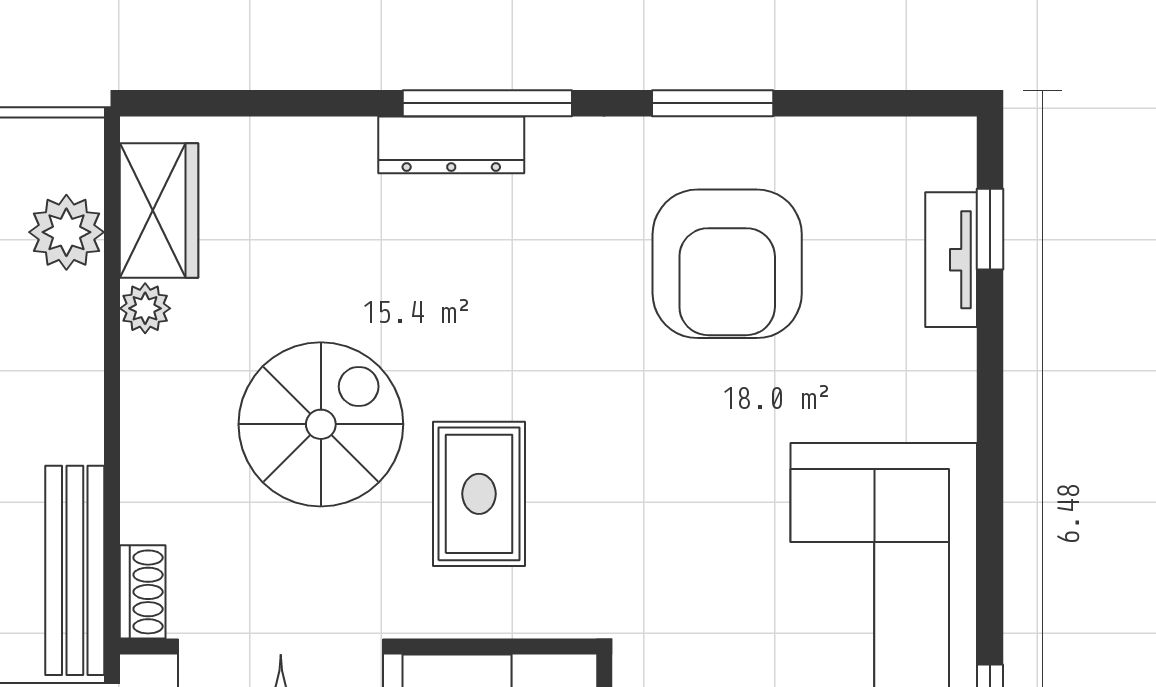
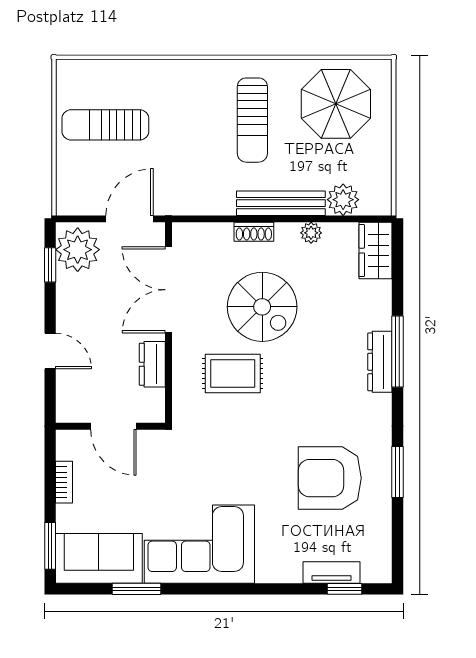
window: (487, 103) -> (397, 352), moved
wardrobe: (159, 210) -> (375, 251), moved, turned 90
bench: (75, 570) -> (281, 203), moved
shoe rack: (143, 592) -> (254, 232), moved

